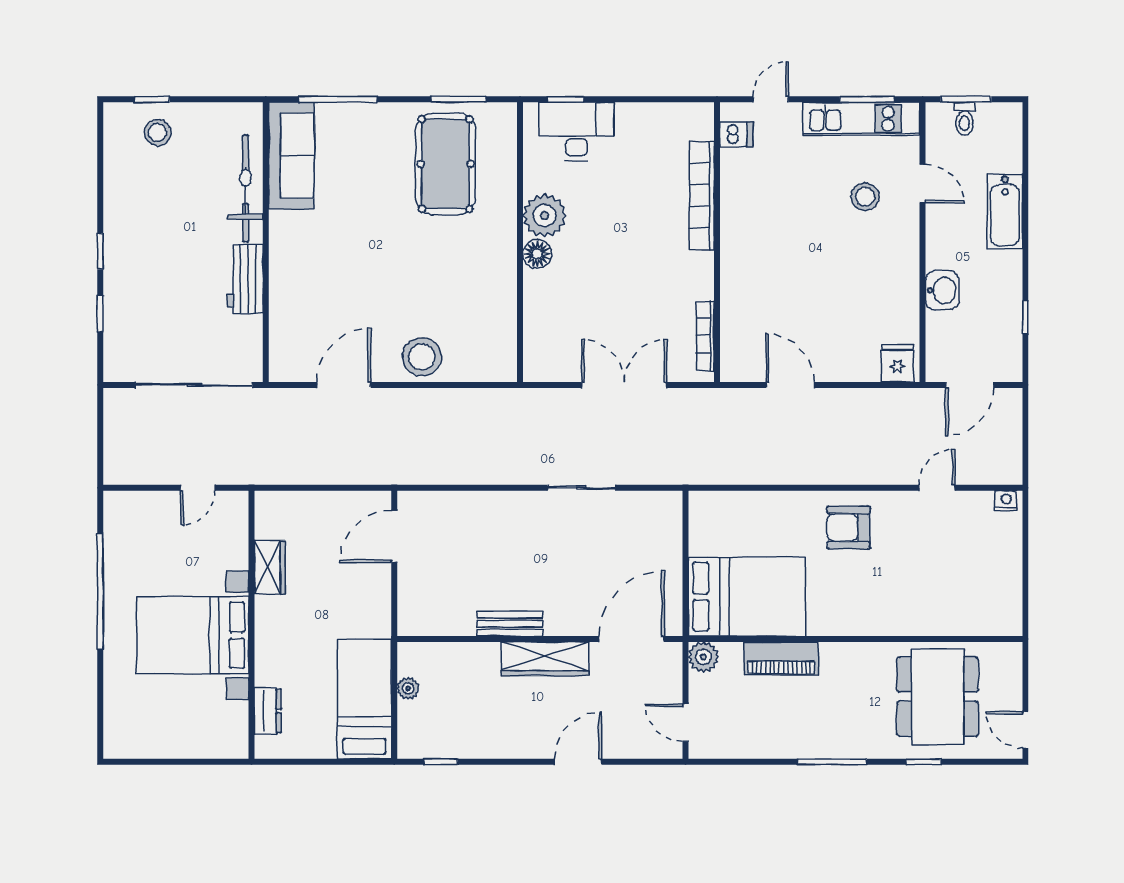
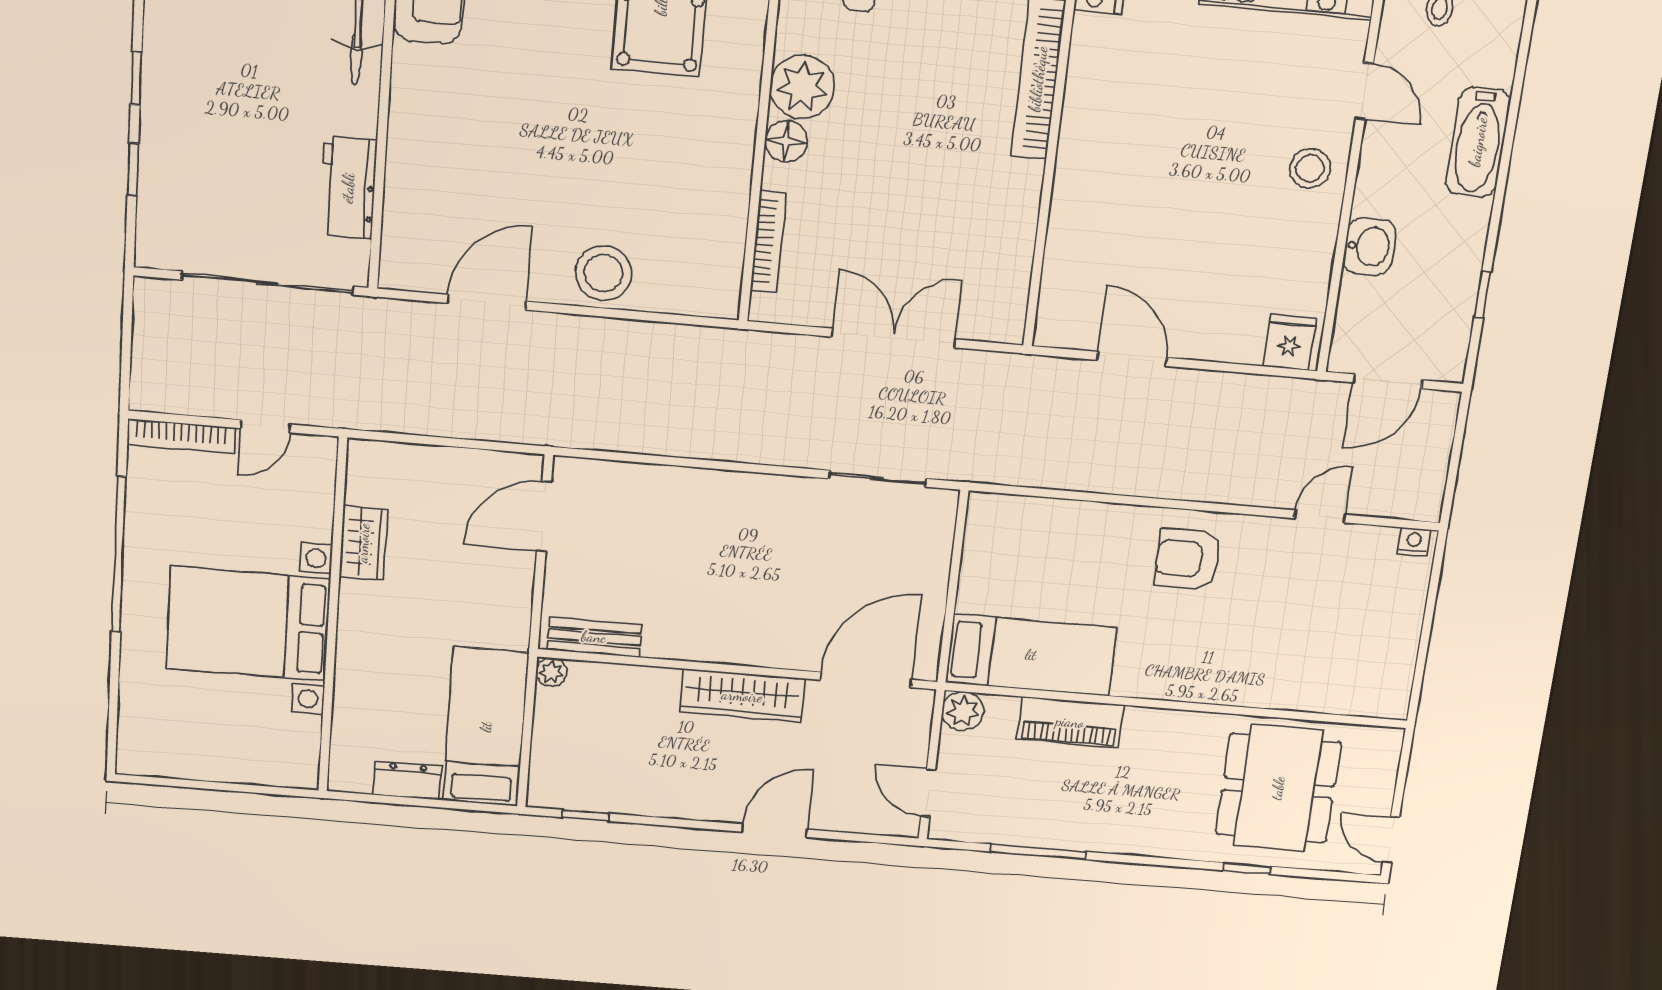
stool: (865, 197) -> (1310, 168), moved
workbench: (245, 279) -> (348, 188), moved
bookcase: (705, 336) -> (768, 241), moved, turned 180
sliding door: (581, 488) -> (877, 479), moved
bookcase: (140, 500) -> (181, 436), added
bed: (747, 597) -> (1031, 655), width x0.67
bench: (510, 624) -> (594, 637), moved
plant: (408, 688) -> (551, 672), moved
dresser: (268, 711) -> (407, 780), moved, turned -90
window: (832, 762) -> (1038, 852), moved

